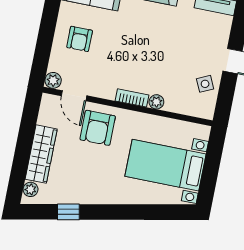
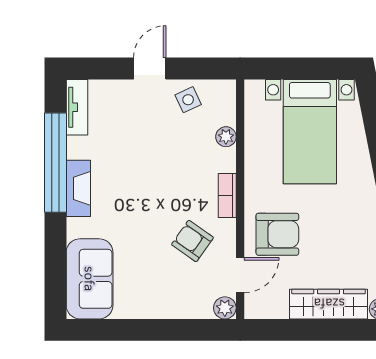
armchair: (80, 39) -> (192, 241), moved, turned -145
plant: (156, 102) -> (226, 137), moved

